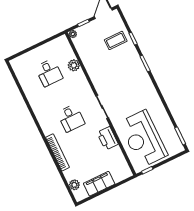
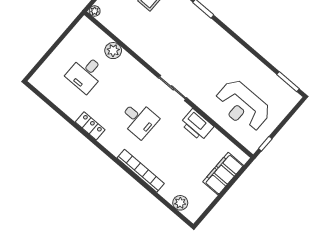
desk: (49, 73) -> (86, 74), turned 90
locker: (37, 108) -> (90, 126), added
reception desk: (143, 139) -> (243, 106), width x0.74, depth x0.77
filing cabinet: (99, 184) -> (223, 174), moved

